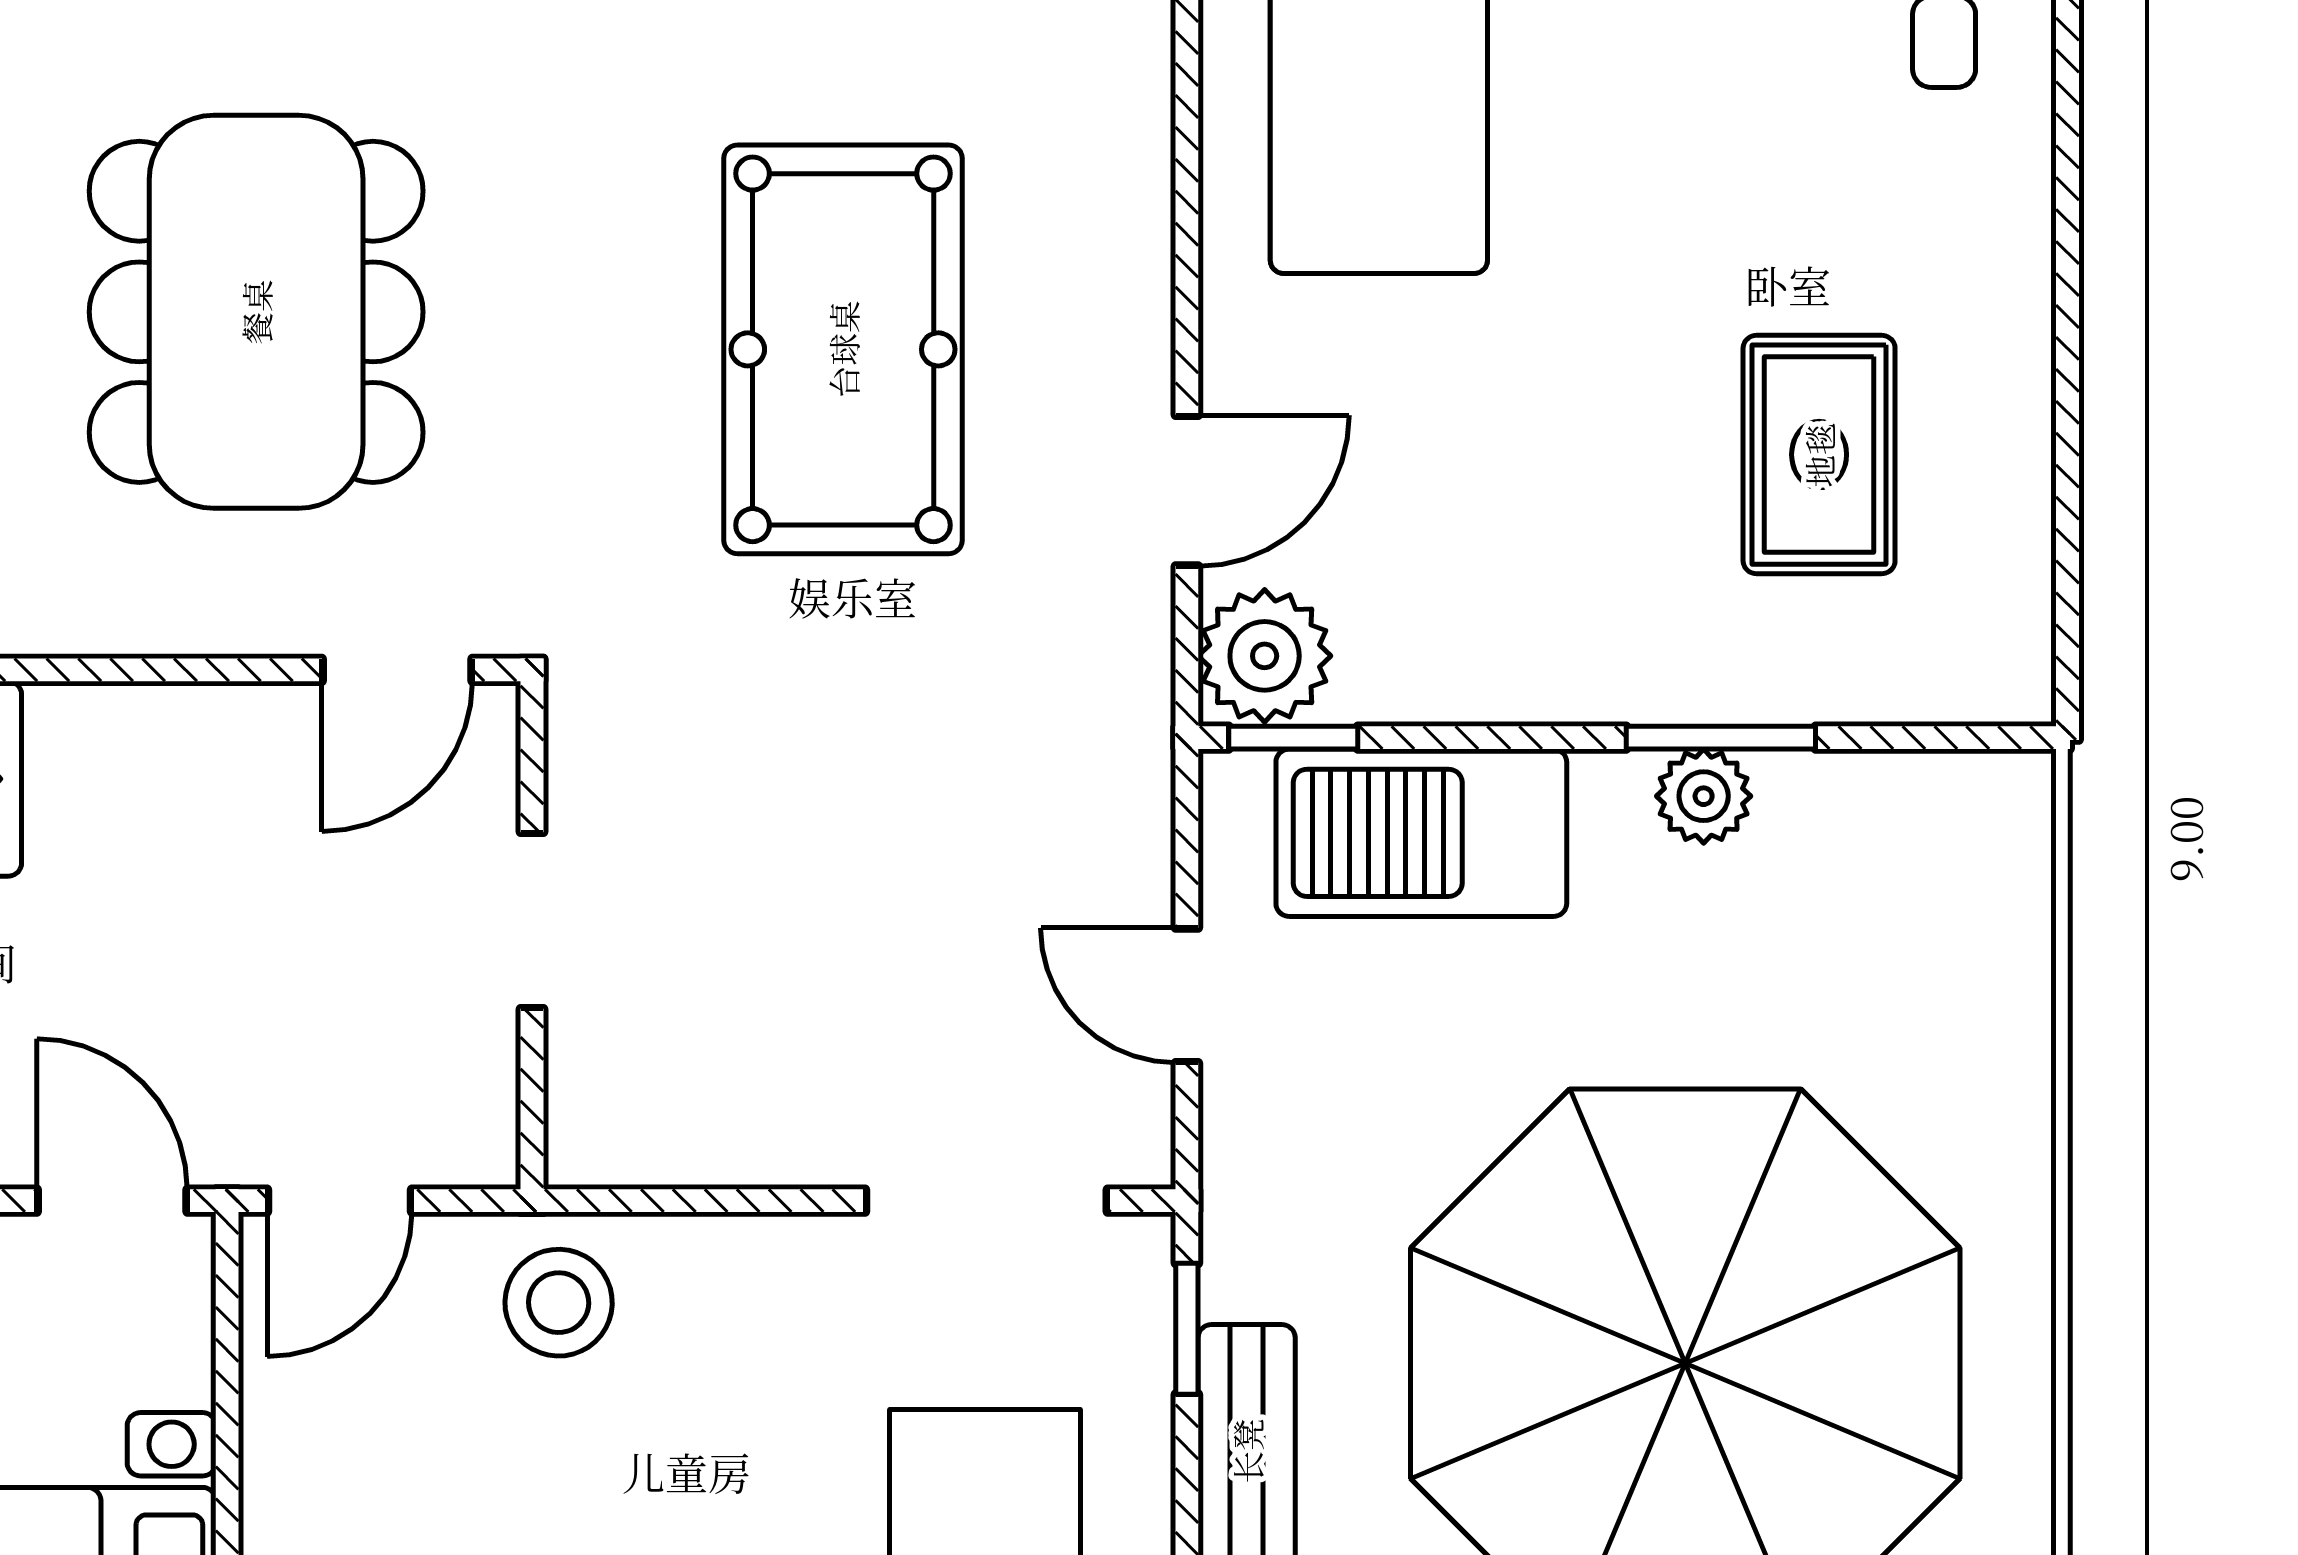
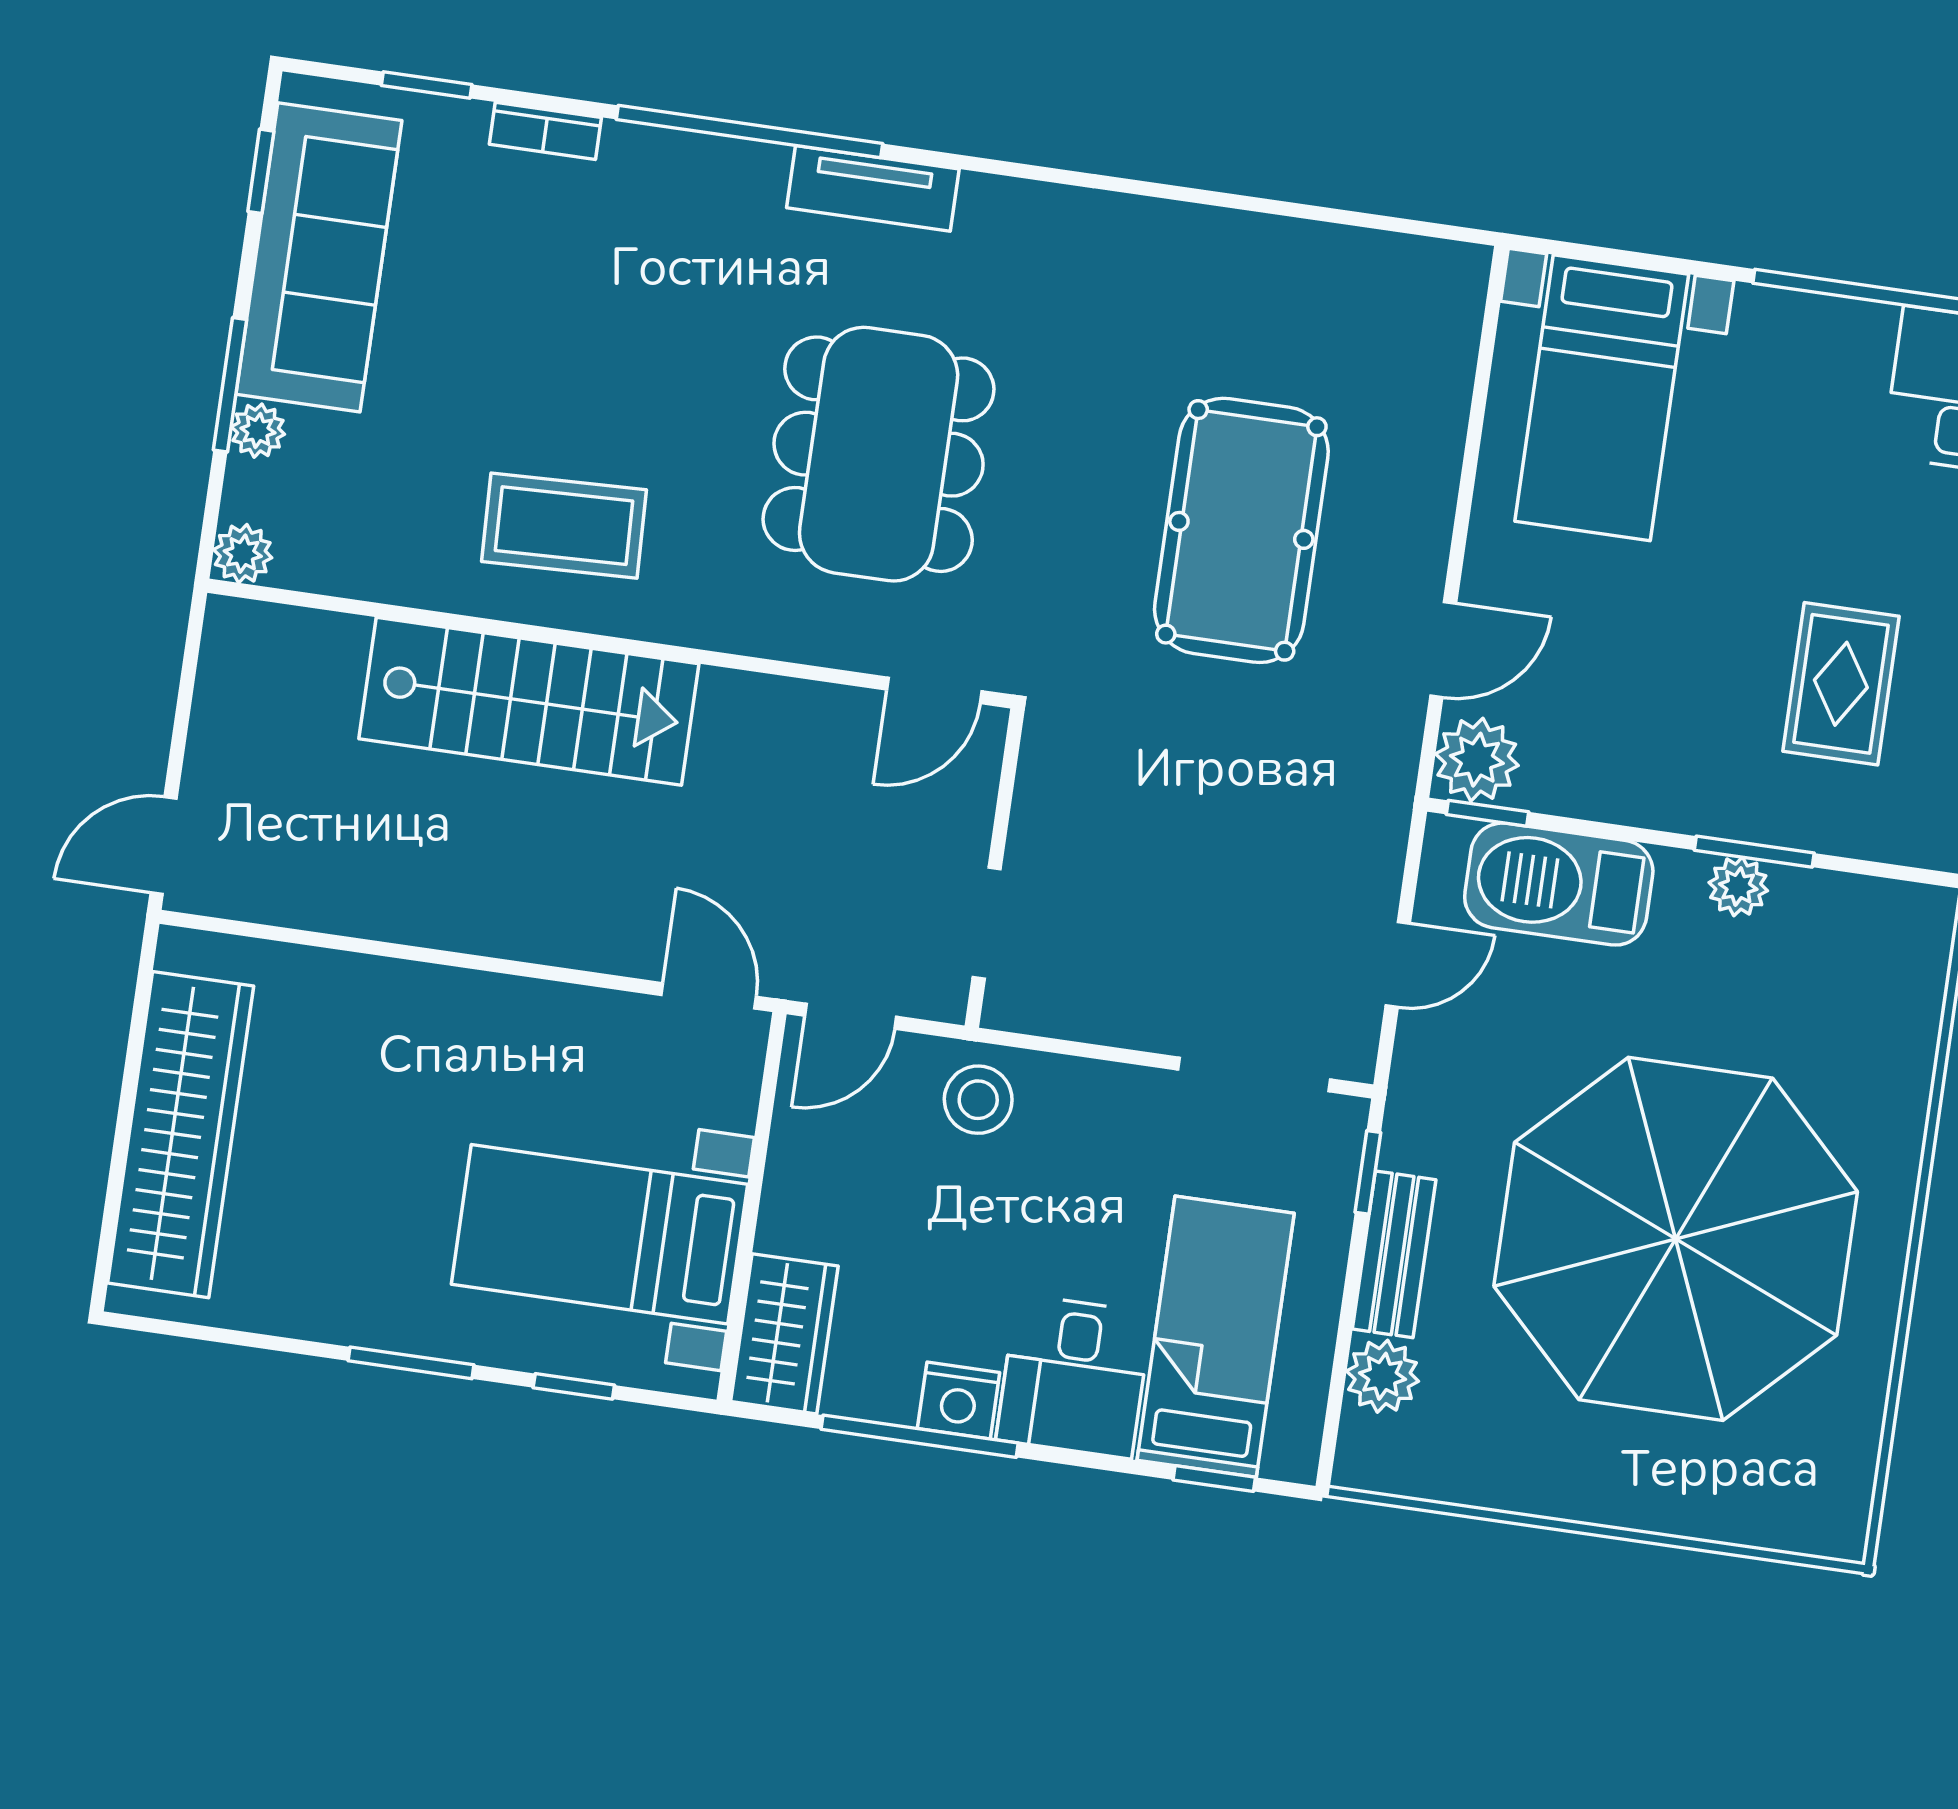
doorway: (532, 921) -> (987, 923), moved
door: (1187, 995) -> (1398, 964), swing flipped

